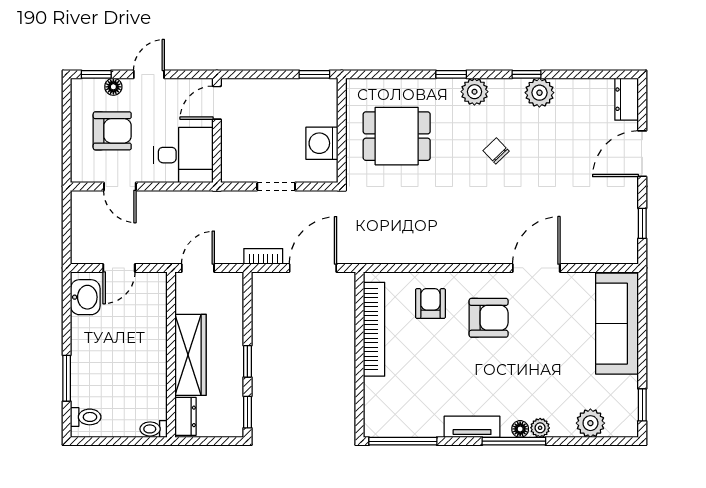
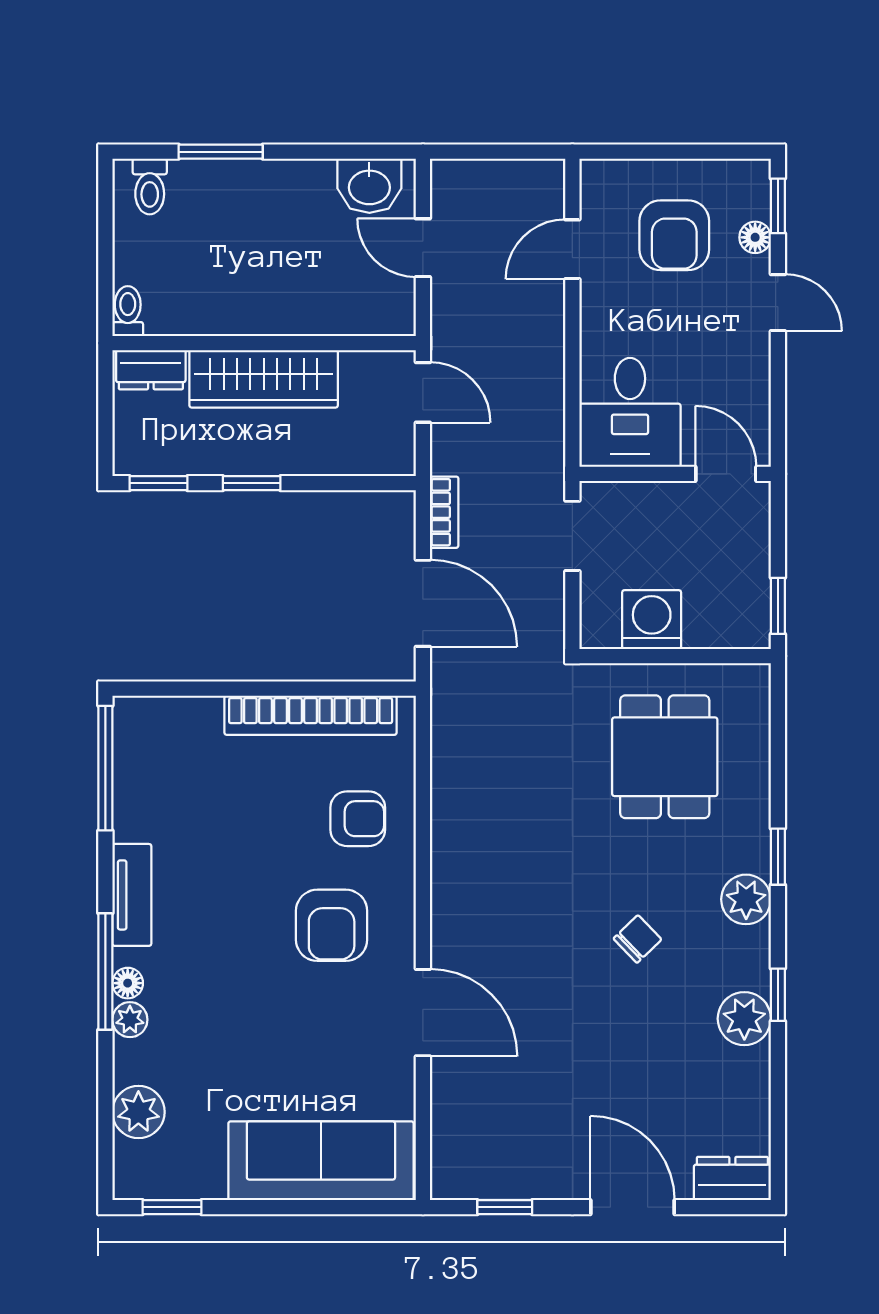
door: (217, 103) -> (726, 474), moved
wall: (217, 130) -> (675, 474), moved
desk: (183, 155) -> (630, 412), moved

